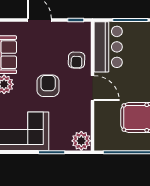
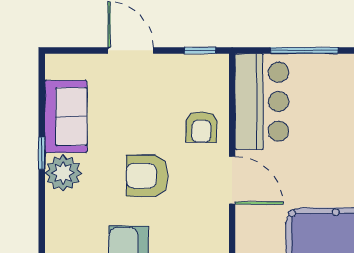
armchair: (48, 86) -> (147, 176), turned -90

